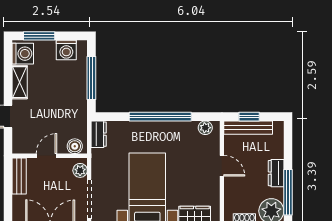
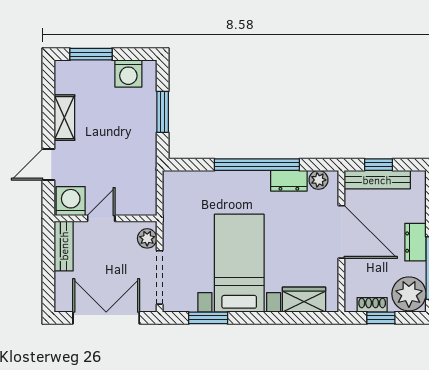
washing machine: (23, 54) -> (71, 201), moved, turned -90
window: (91, 78) -> (163, 112), width x0.69
dresser: (99, 134) -> (289, 181), moved, turned 90
boiler: (75, 146) -> (140, 205), removed
door: (222, 166) -> (341, 232), width x1.88

